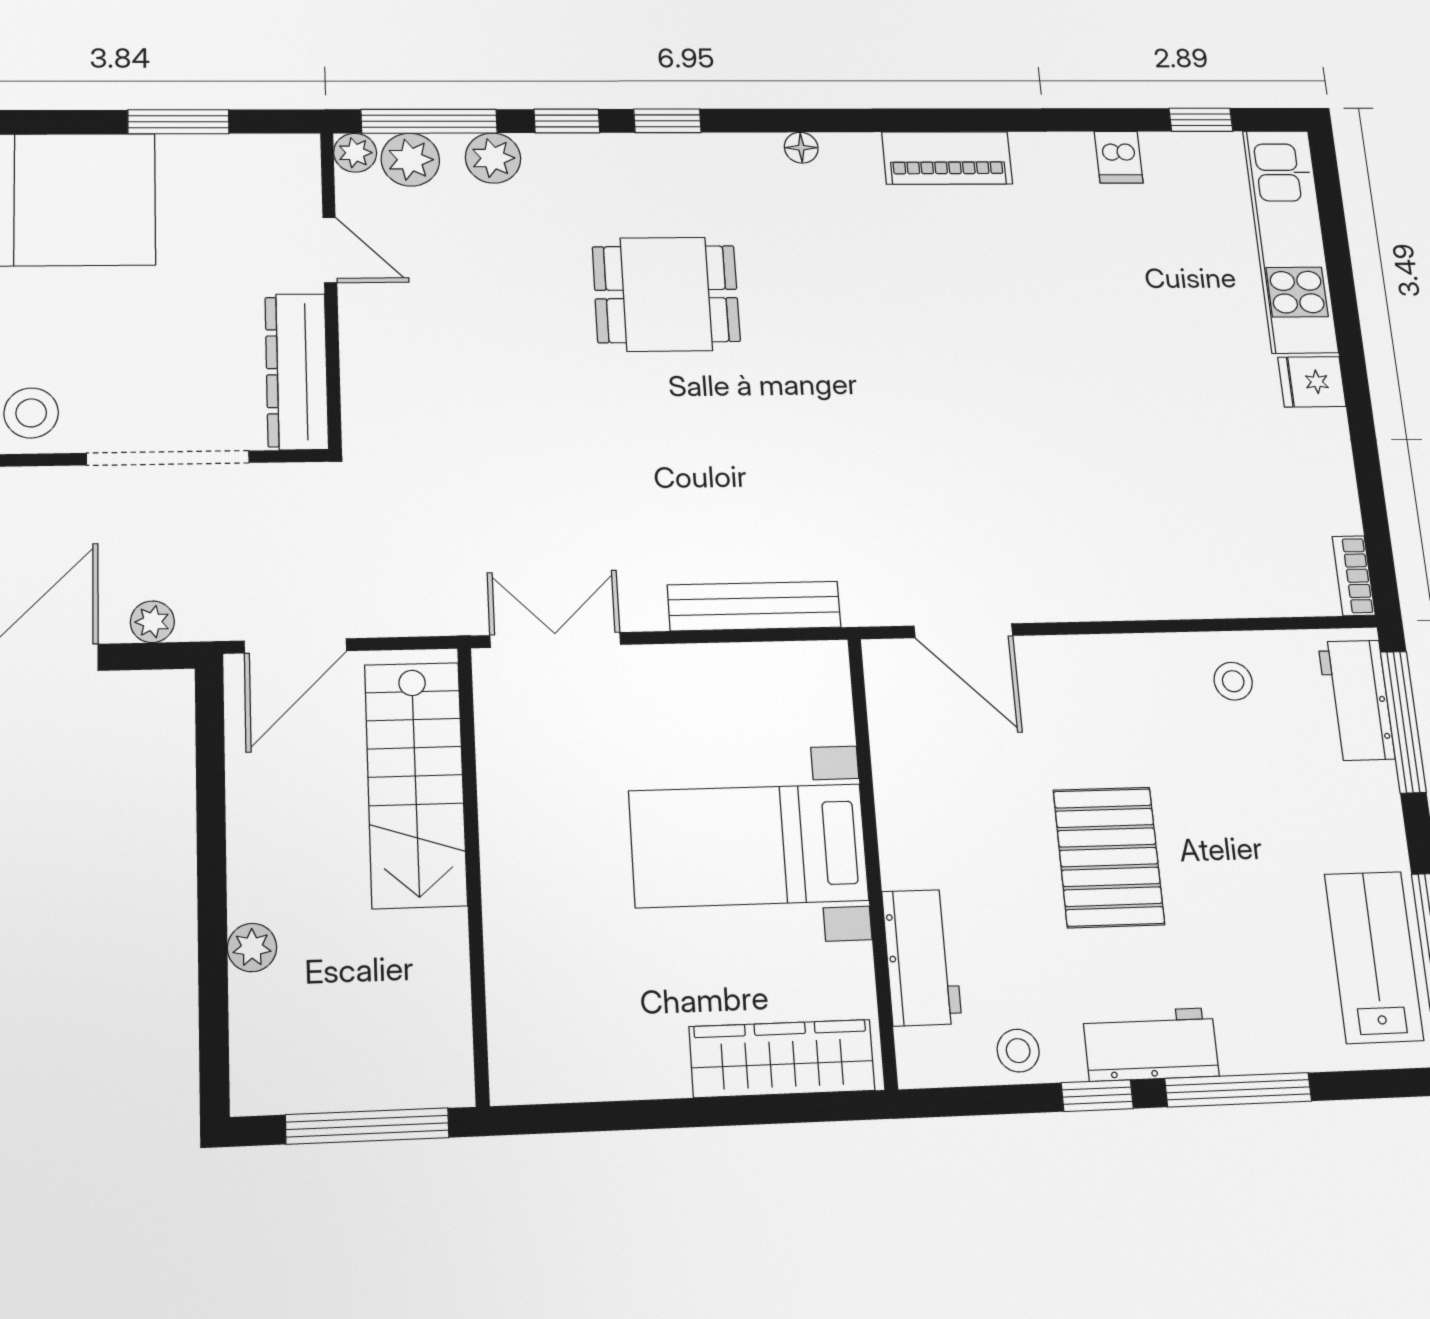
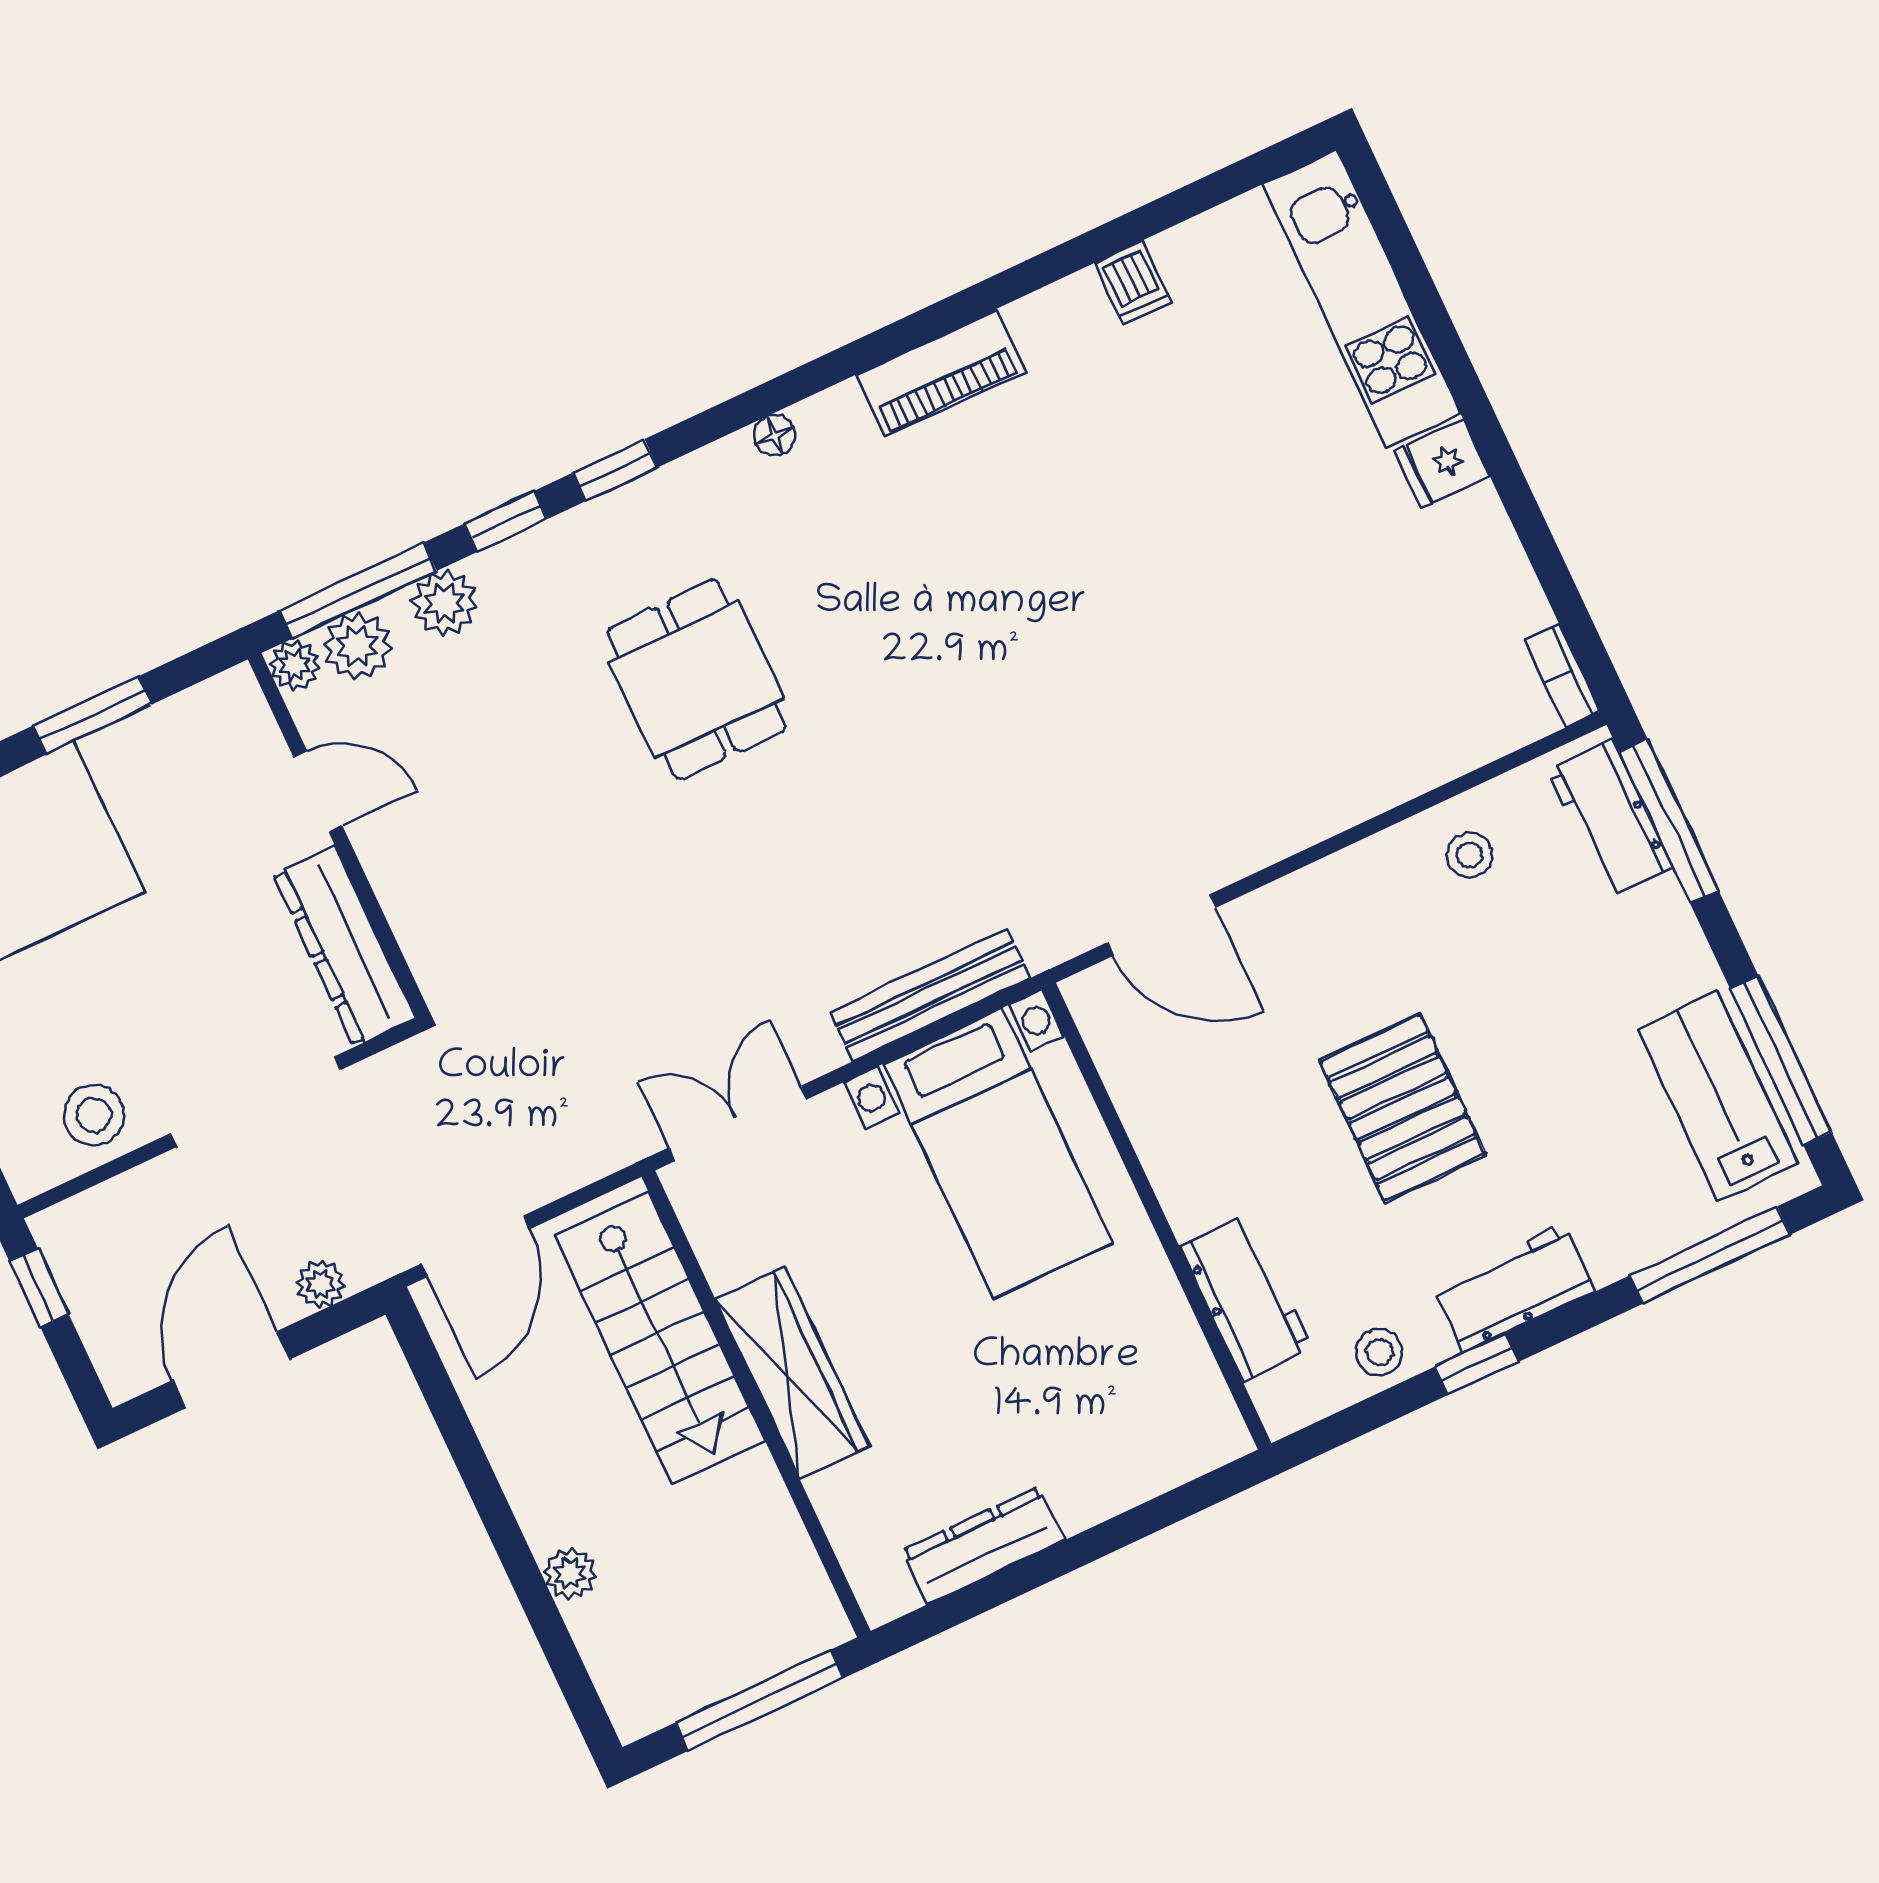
window: (1201, 120) -> (1210, 192), removed
dining table: (666, 294) -> (697, 680), turned 90
bed with nightstands: (749, 845) -> (998, 1153), moved, turned -90
wardrobe: (782, 1058) -> (792, 1373), moved, turned 90
dresser: (617, 1073) -> (983, 1546), added
window: (1238, 1090) -> (1710, 1255), moved

